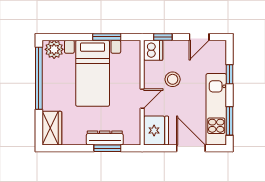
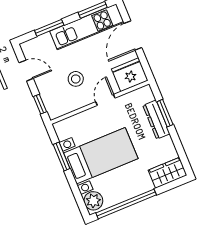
dishwasher: (153, 50) -> (56, 108), removed
window: (230, 74) -> (49, 28), width x1.50
door: (142, 99) -> (105, 100), hinge flipped

